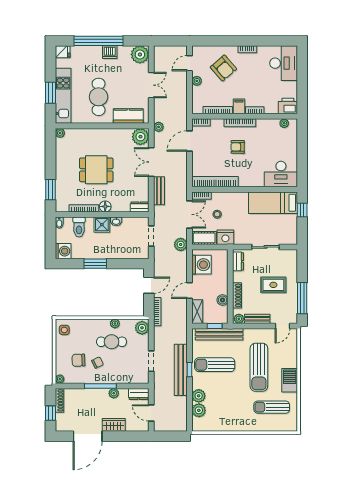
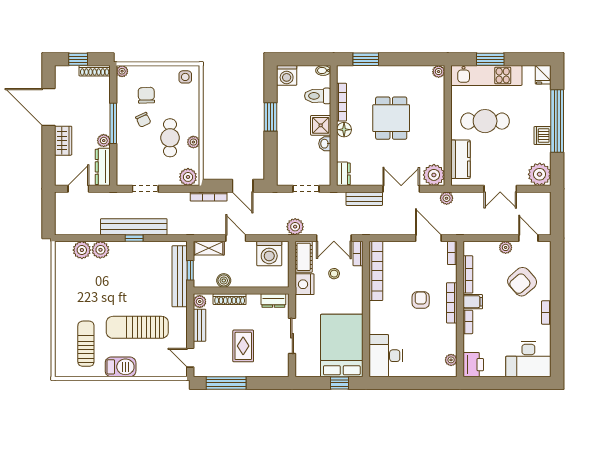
bed: (273, 203) -> (342, 346), width x1.50
sun lounger: (215, 365) -> (141, 270), removed
dresser: (139, 394) -> (103, 167), width x1.44

